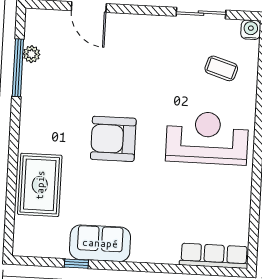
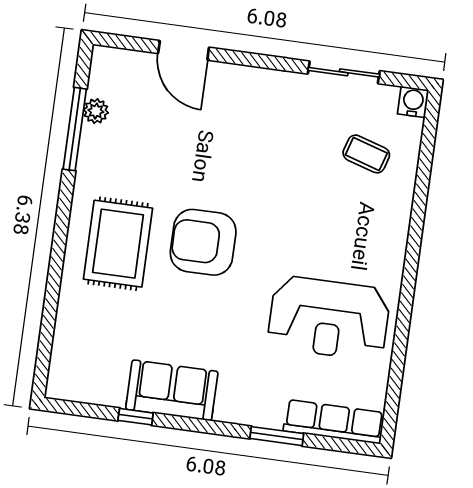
reception desk: (207, 138) -> (329, 318), moved, turned 180
rug: (40, 185) -> (118, 244), moved
window: (175, 269) -> (277, 436), added

